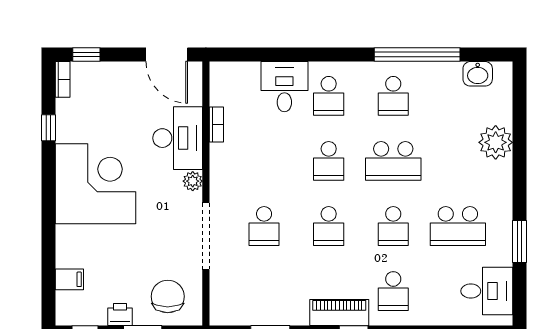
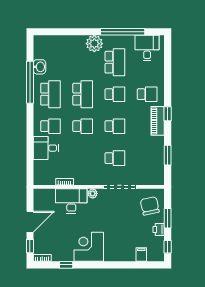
door: (167, 54) -> (30, 222), moved
washbasin: (478, 74) -> (40, 67), moved
school desk: (393, 96) -> (50, 94), width x1.85
plant: (496, 142) -> (94, 44), moved
corner desk: (96, 184) -> (89, 247), width x0.74, depth x0.74
window: (519, 242) -> (123, 32), width x2.11
chair: (168, 296) -> (150, 206), turned 78

